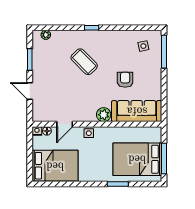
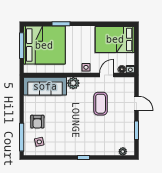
coffee table: (84, 62) -> (101, 104), moved, turned 45
armchair: (125, 80) -> (37, 122), moved
bed: (137, 159) -> (44, 45), width x1.36

